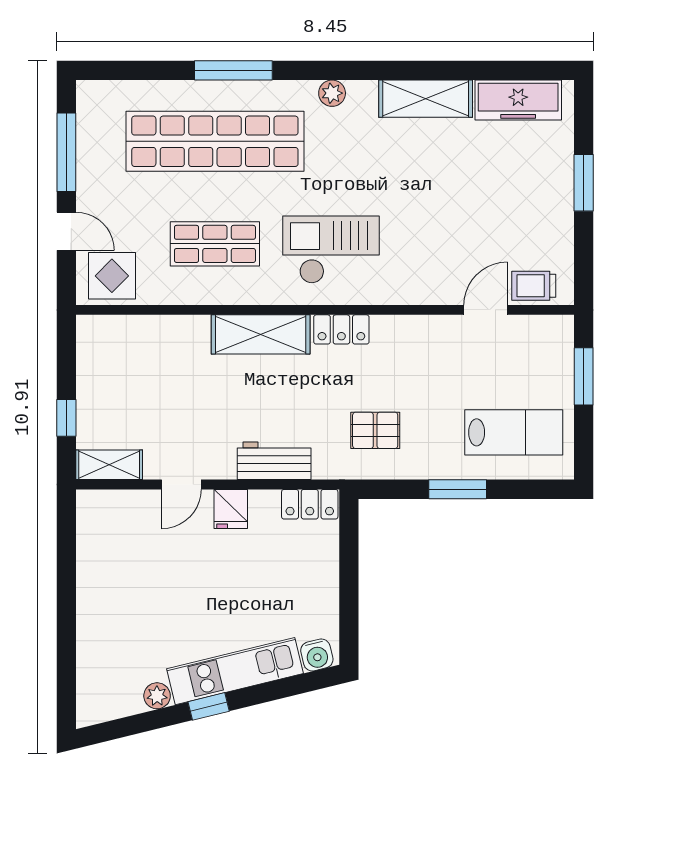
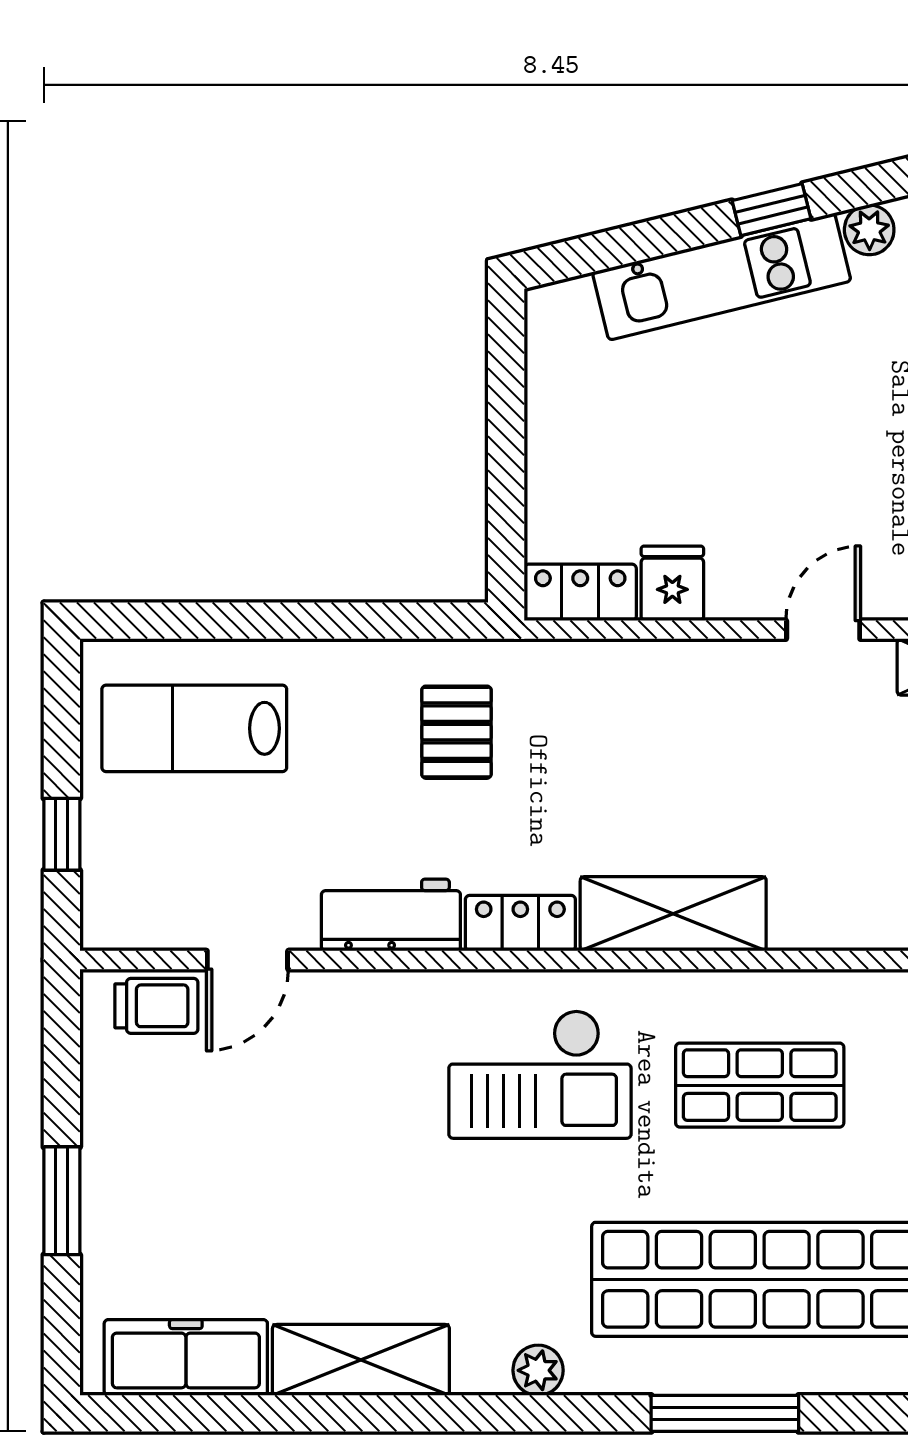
window: (584, 376) -> (62, 834), width x0.67
pallet: (375, 430) -> (456, 732), turned 90
workbench: (274, 461) -> (391, 915), moved, turned 180
window: (458, 489) -> (300, 621), removed
fridge: (231, 509) -> (672, 583), moved
water cooler: (317, 655) -> (567, 307), removed

